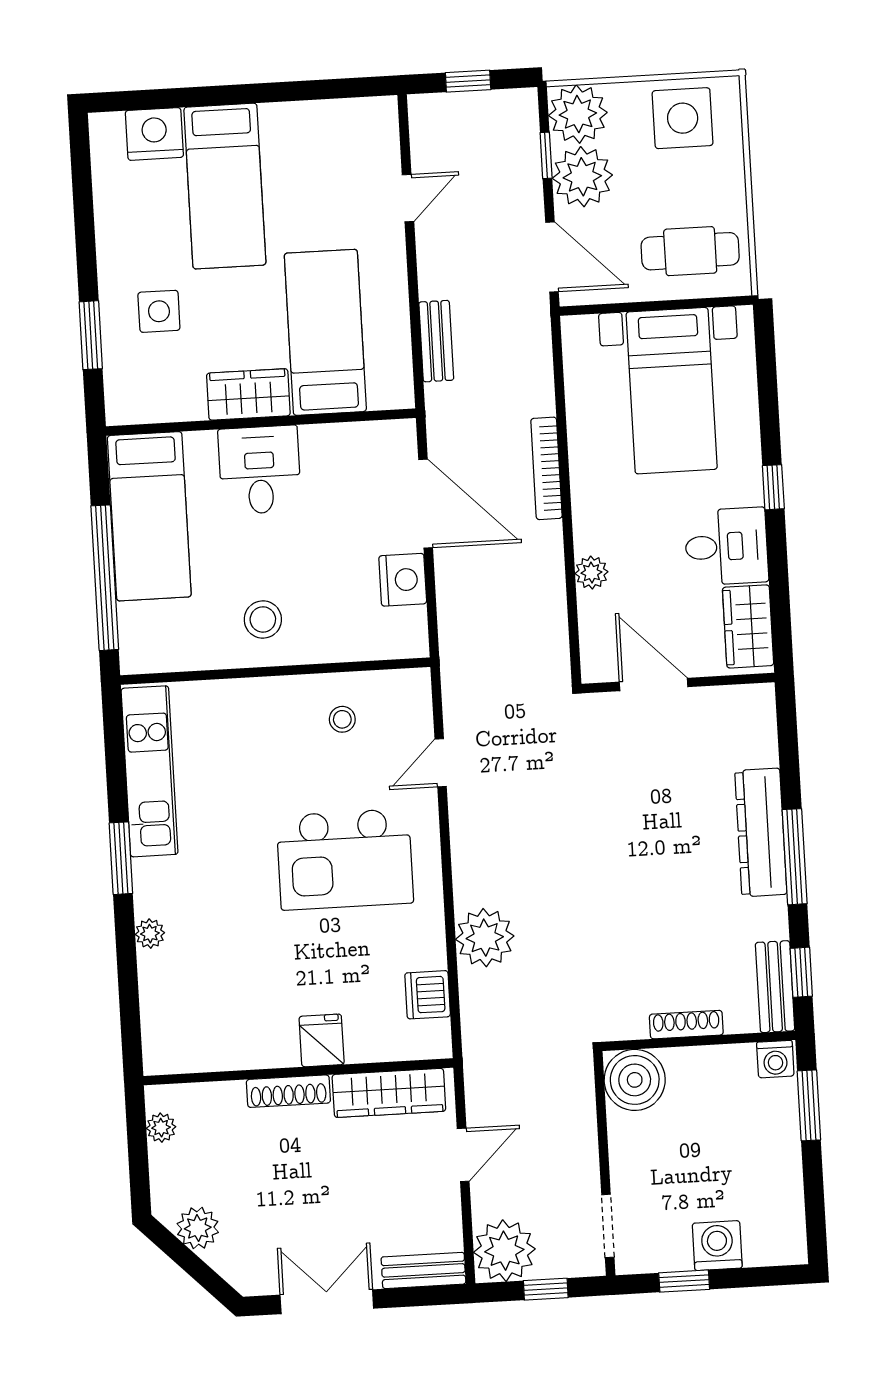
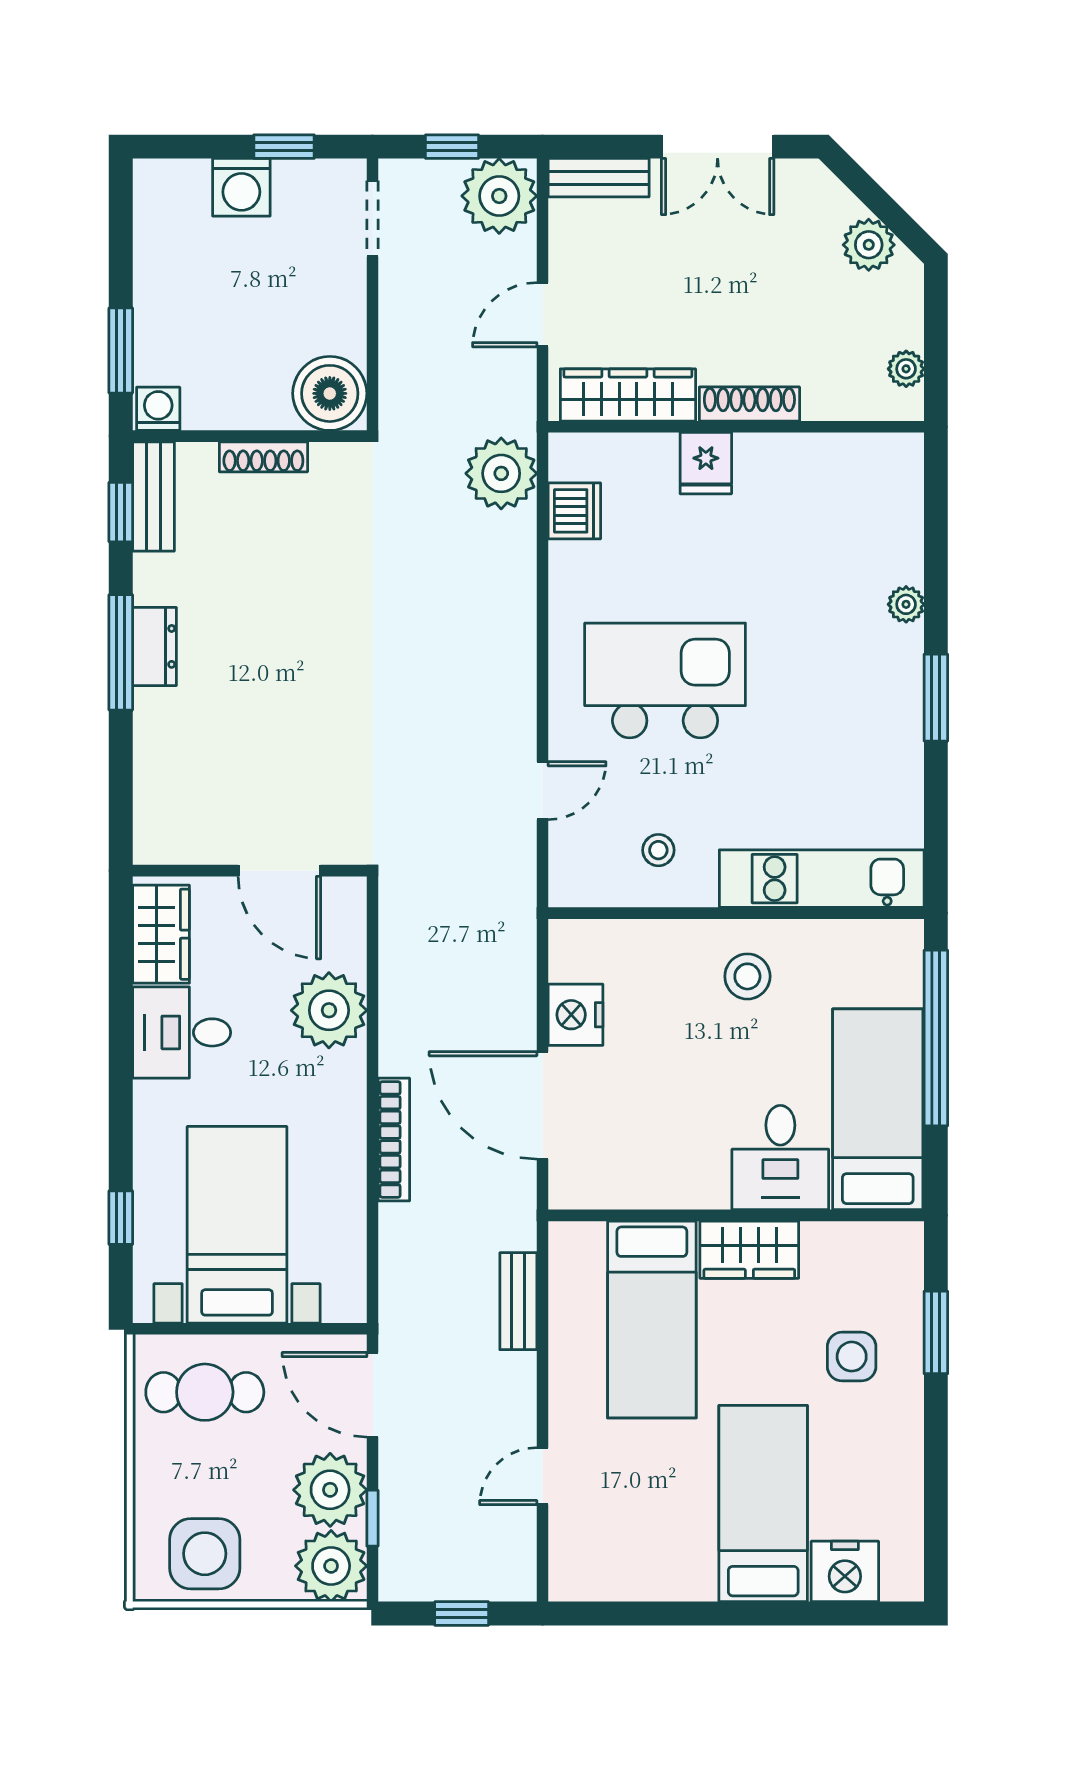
desk: (260, 470) -> (780, 1158), moved
window: (773, 487) -> (121, 1218), moved
plant: (591, 573) -> (329, 1010), width x1.88, depth x1.88
kitchen unit: (150, 771) -> (822, 879), moved, turned 90
dresser: (761, 832) -> (155, 646), width x0.51, depth x0.80
plant: (485, 938) -> (501, 473), moved

